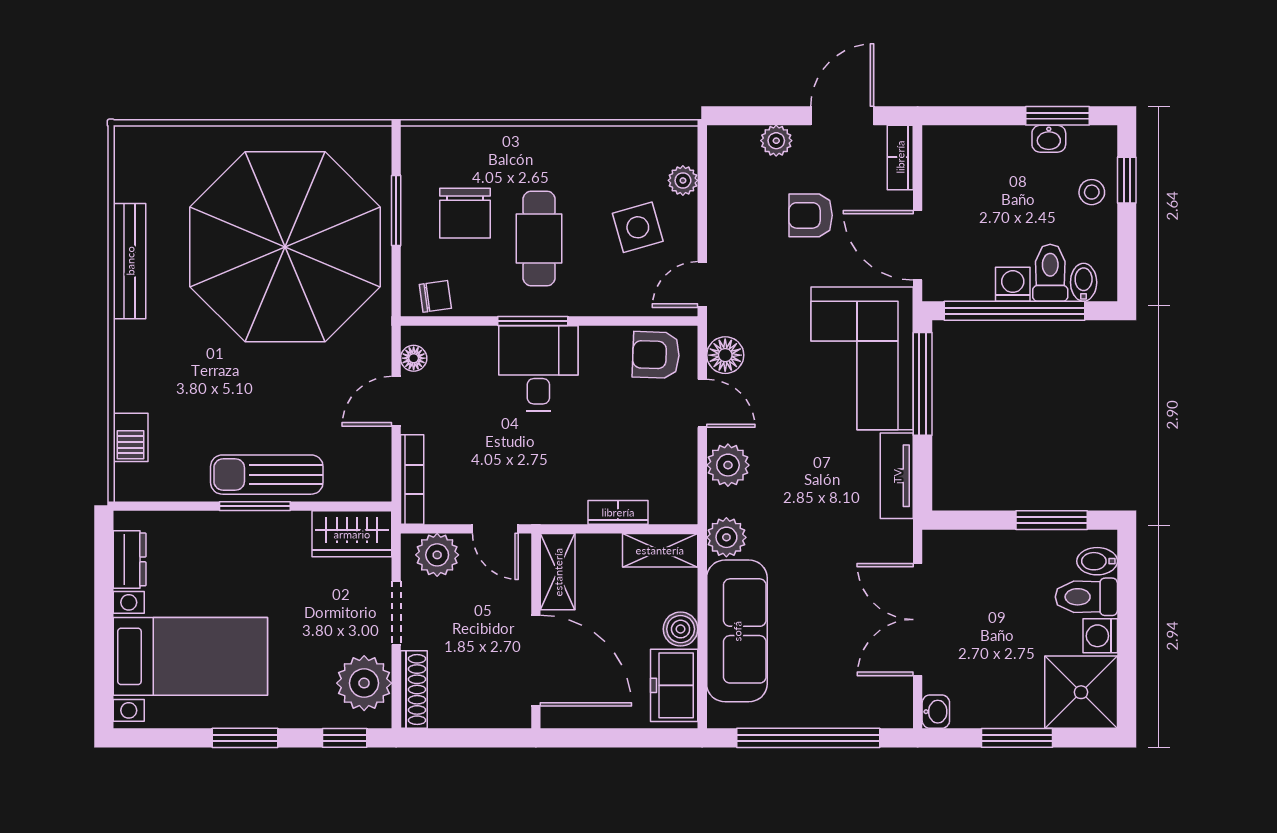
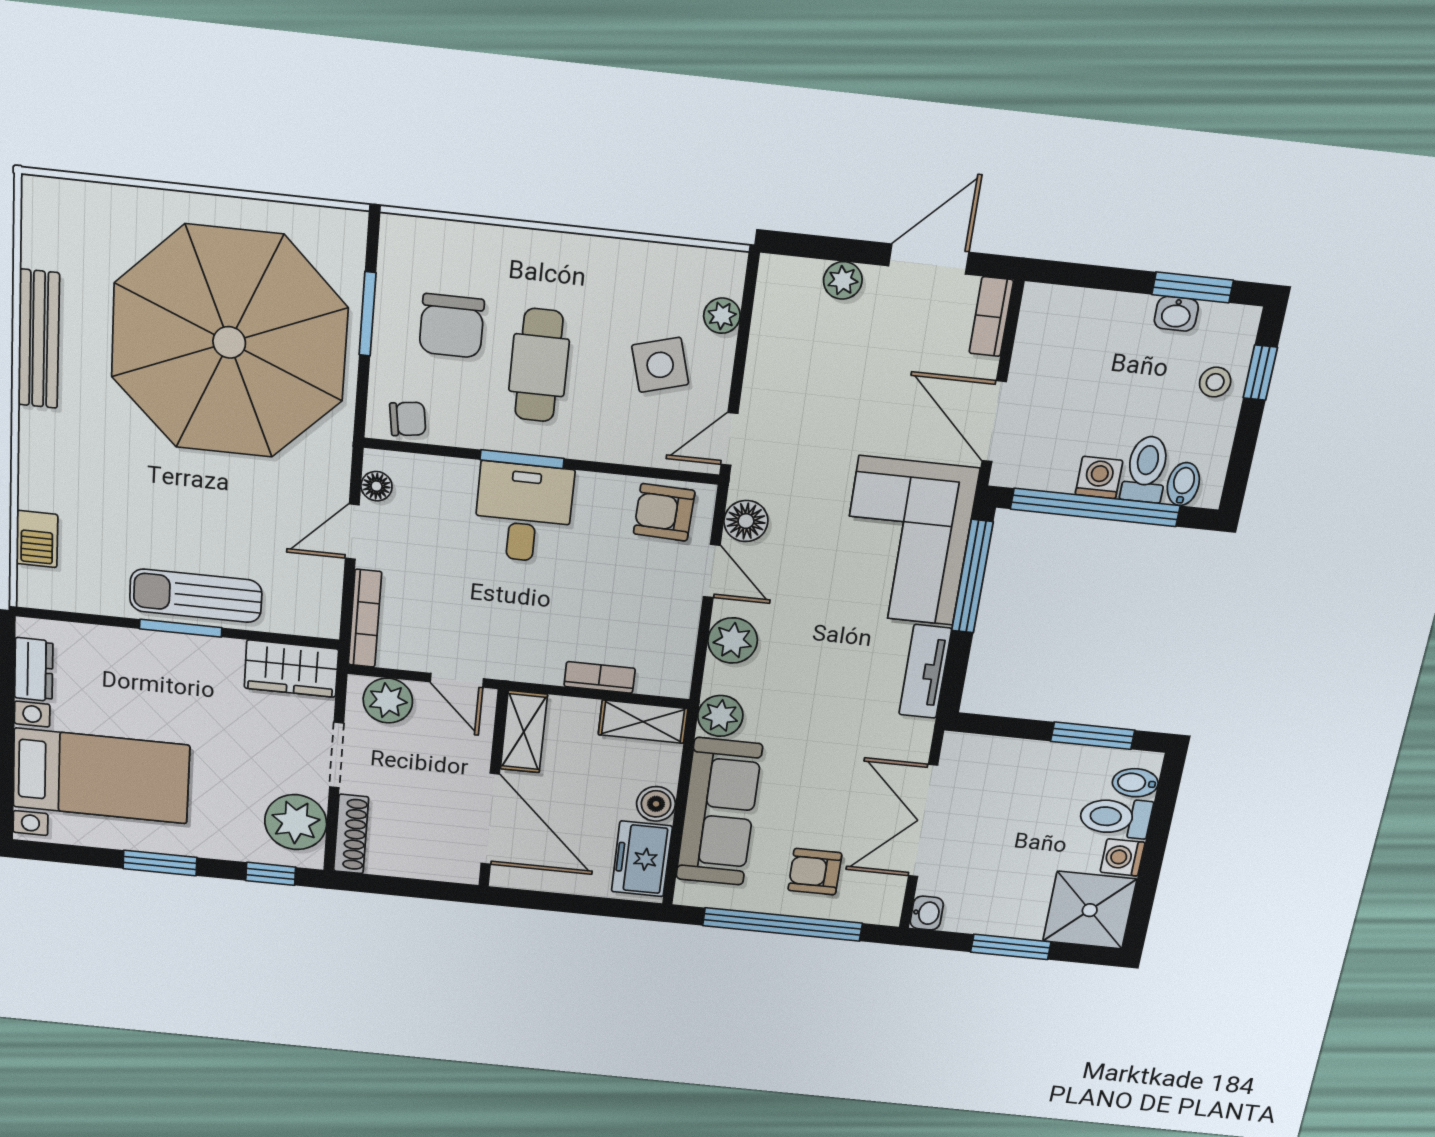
armchair: (811, 215) -> (815, 872), moved

